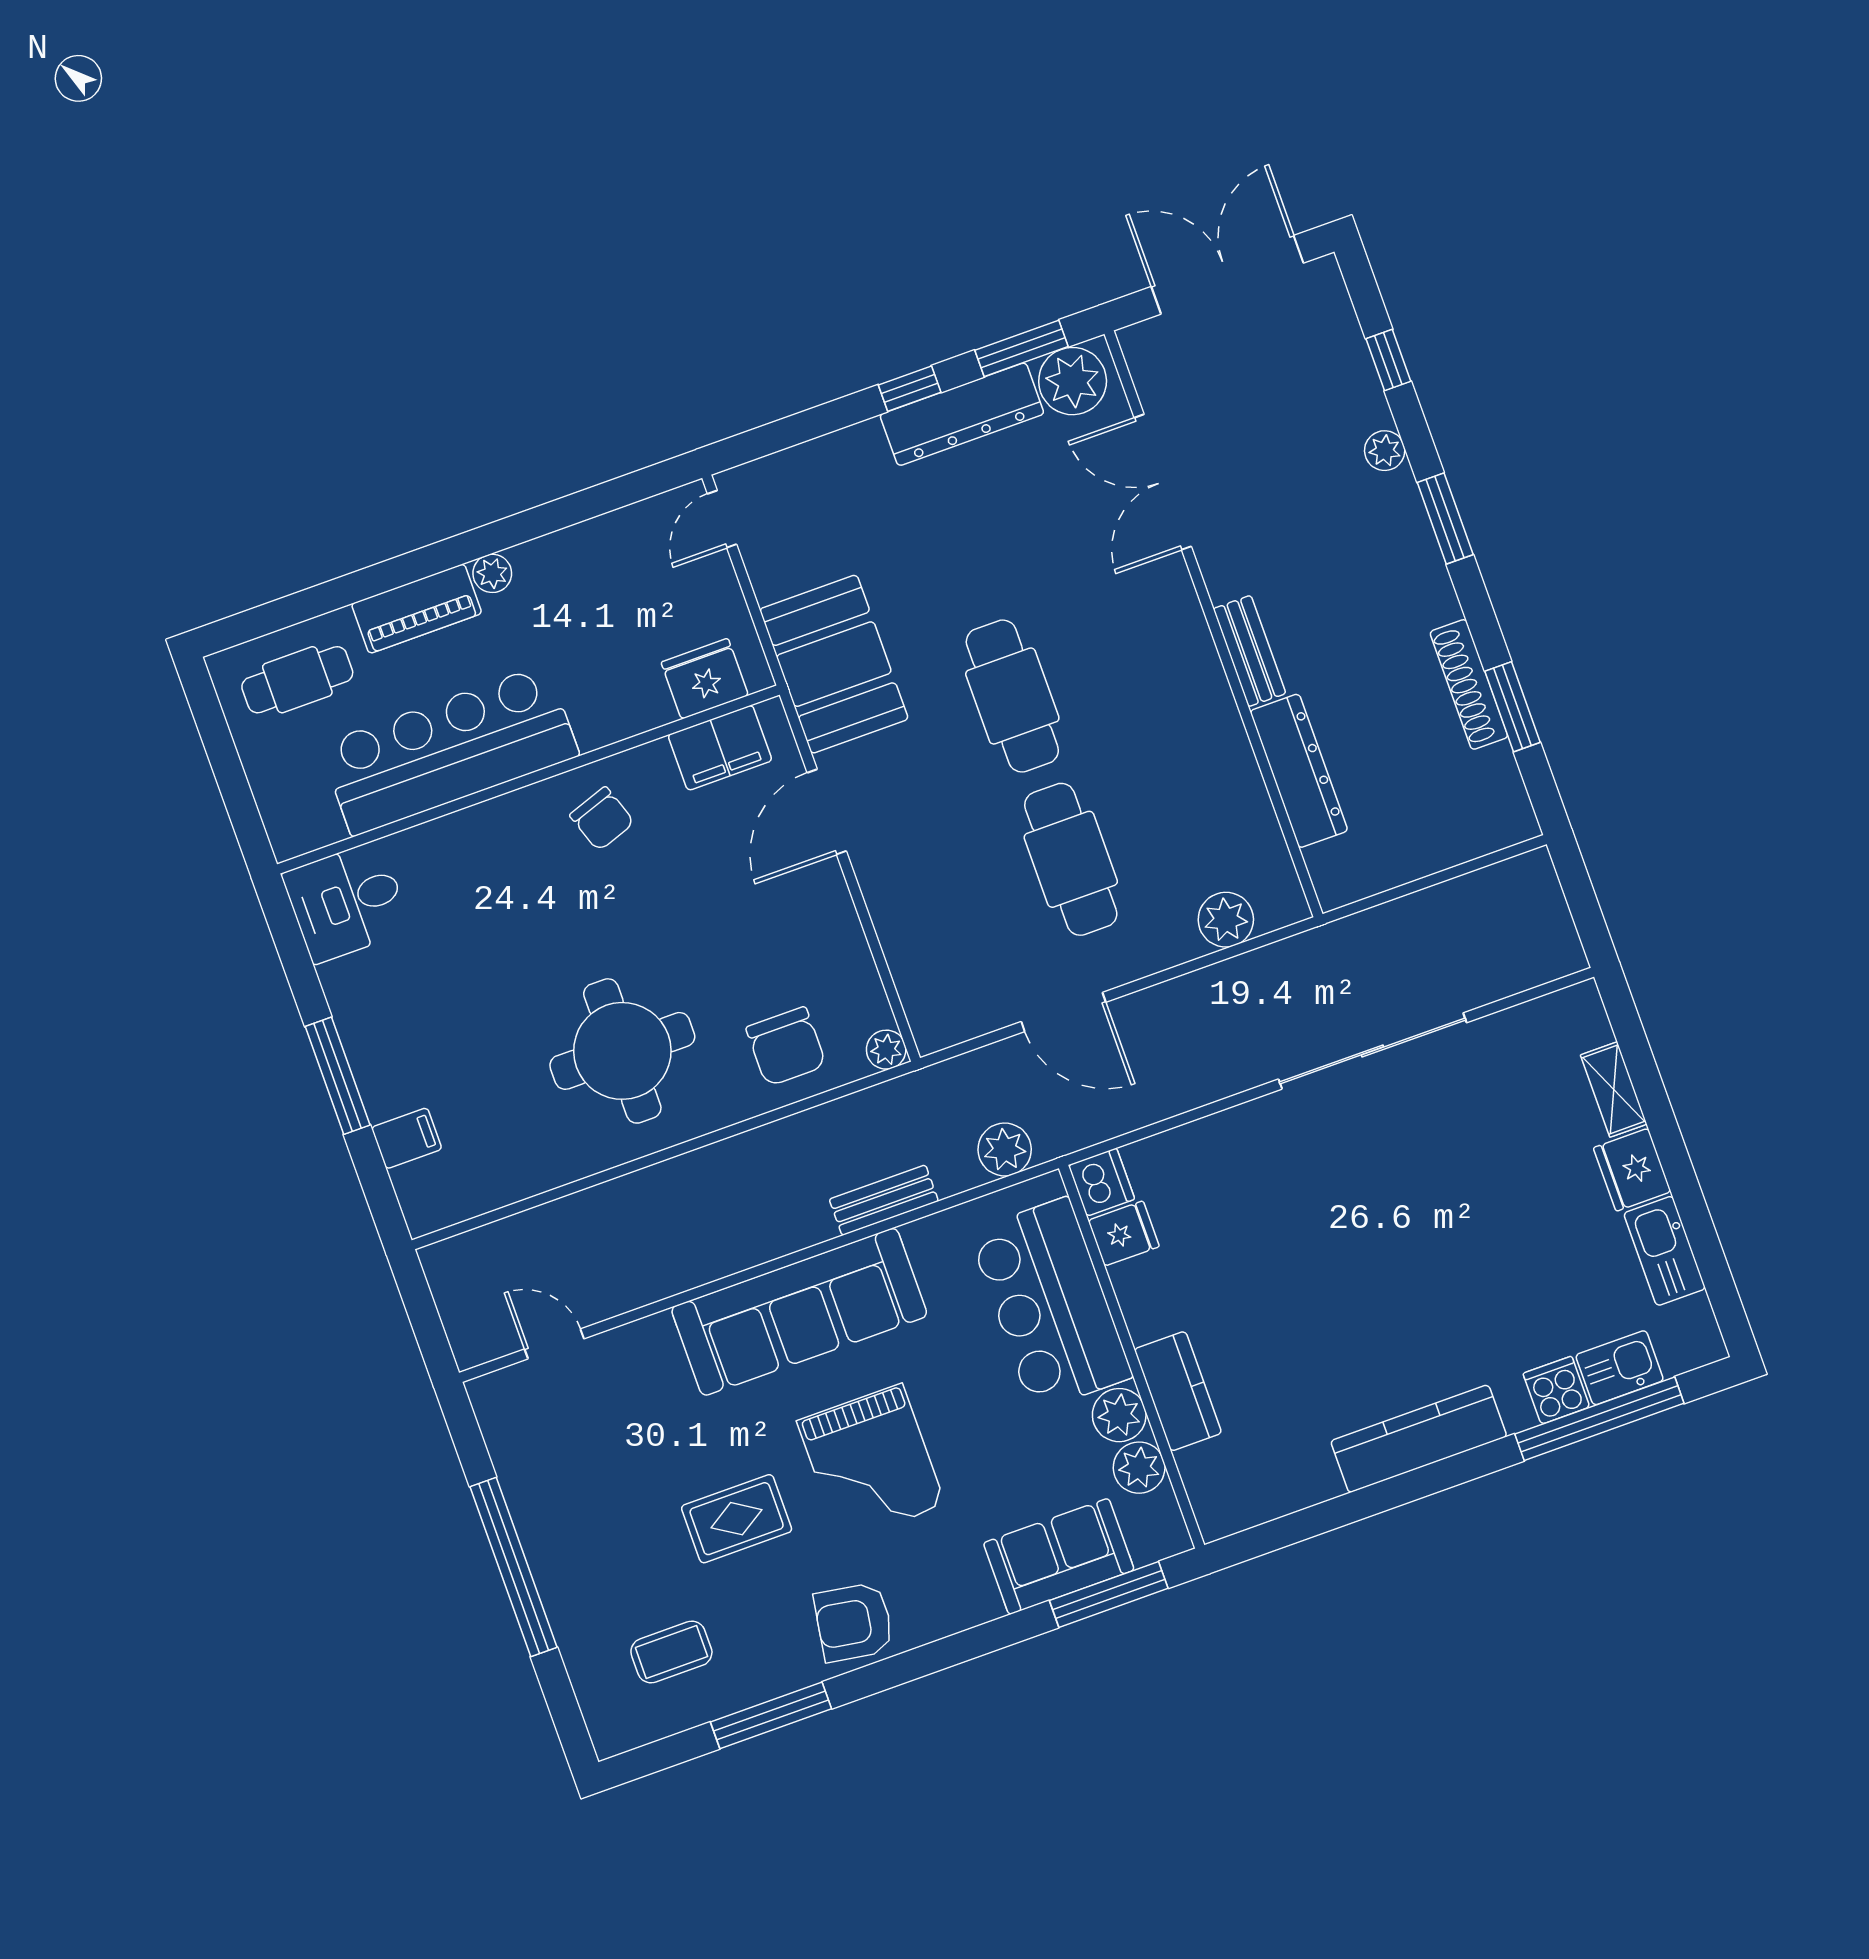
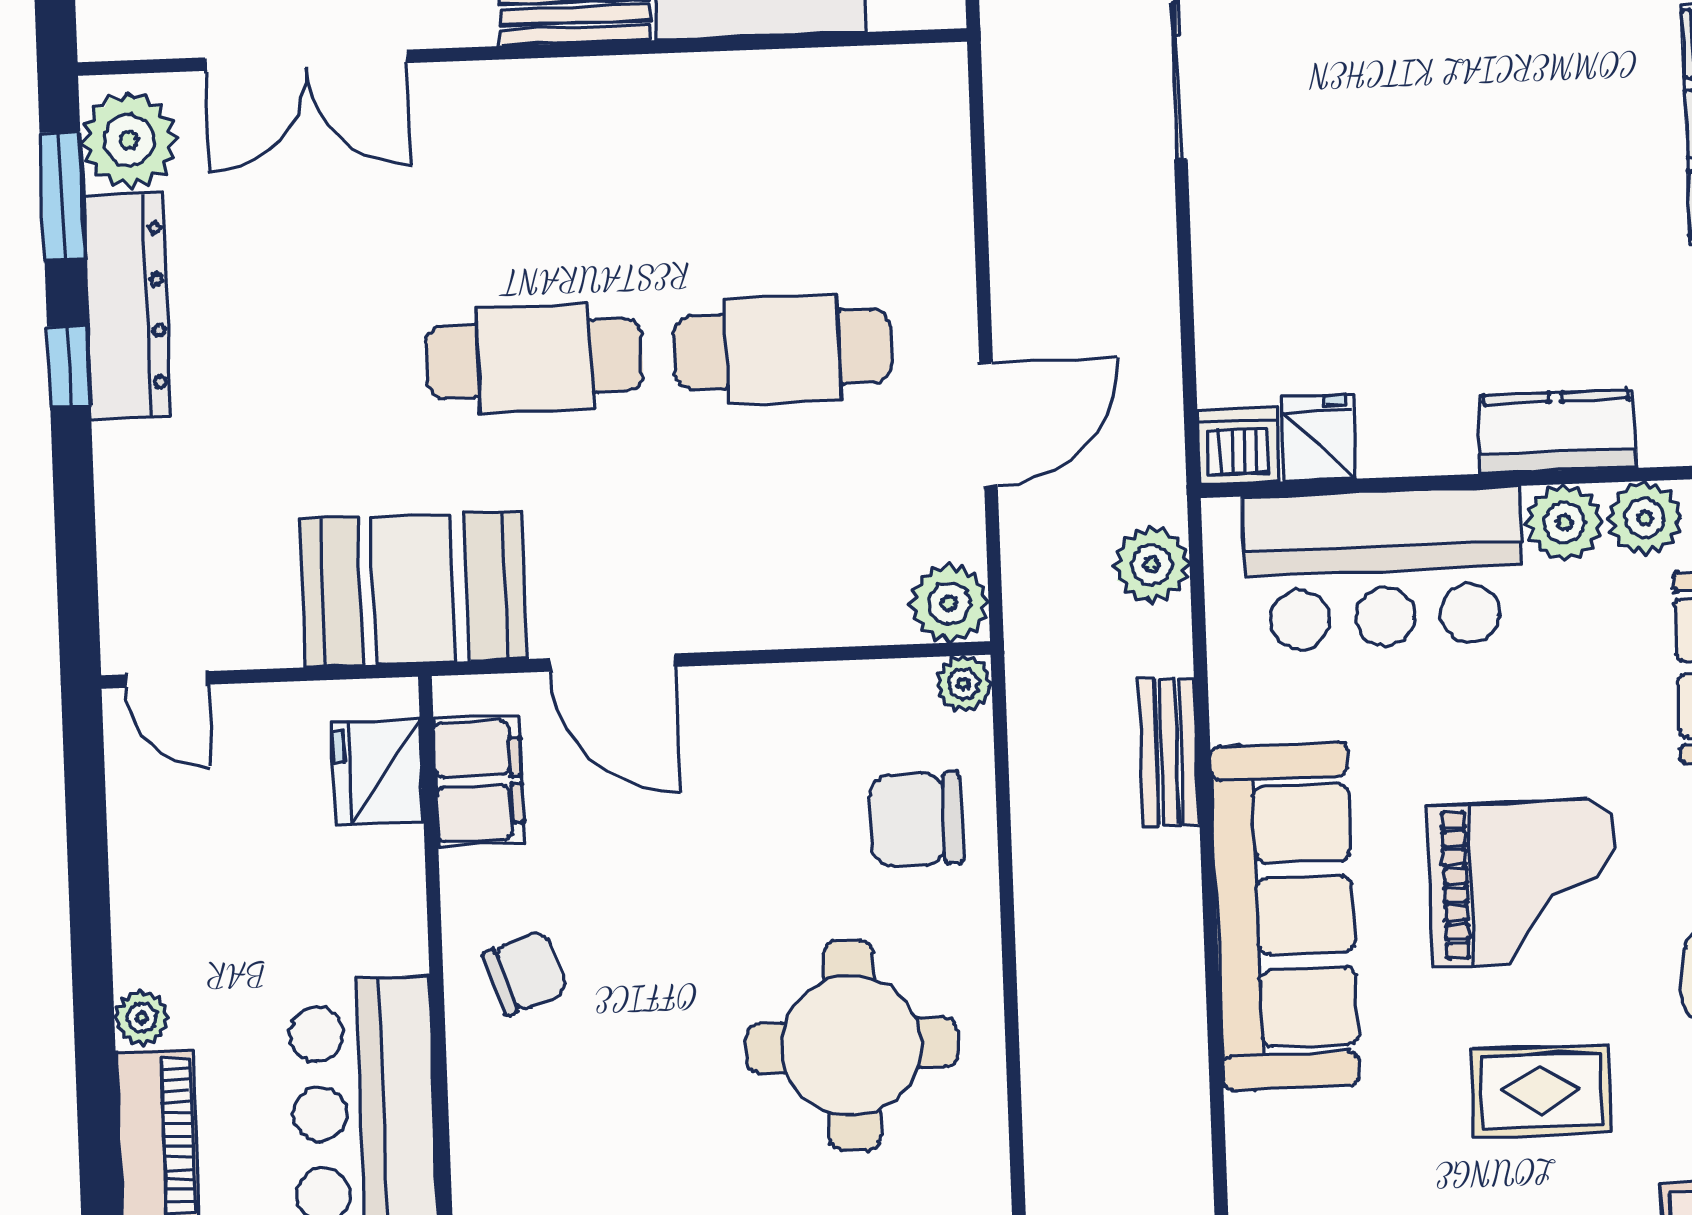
plant: (1226, 920) -> (949, 603), moved
chair: (786, 1046) -> (916, 819), turned 180
rug: (737, 1519) -> (1541, 1091), turned 90

